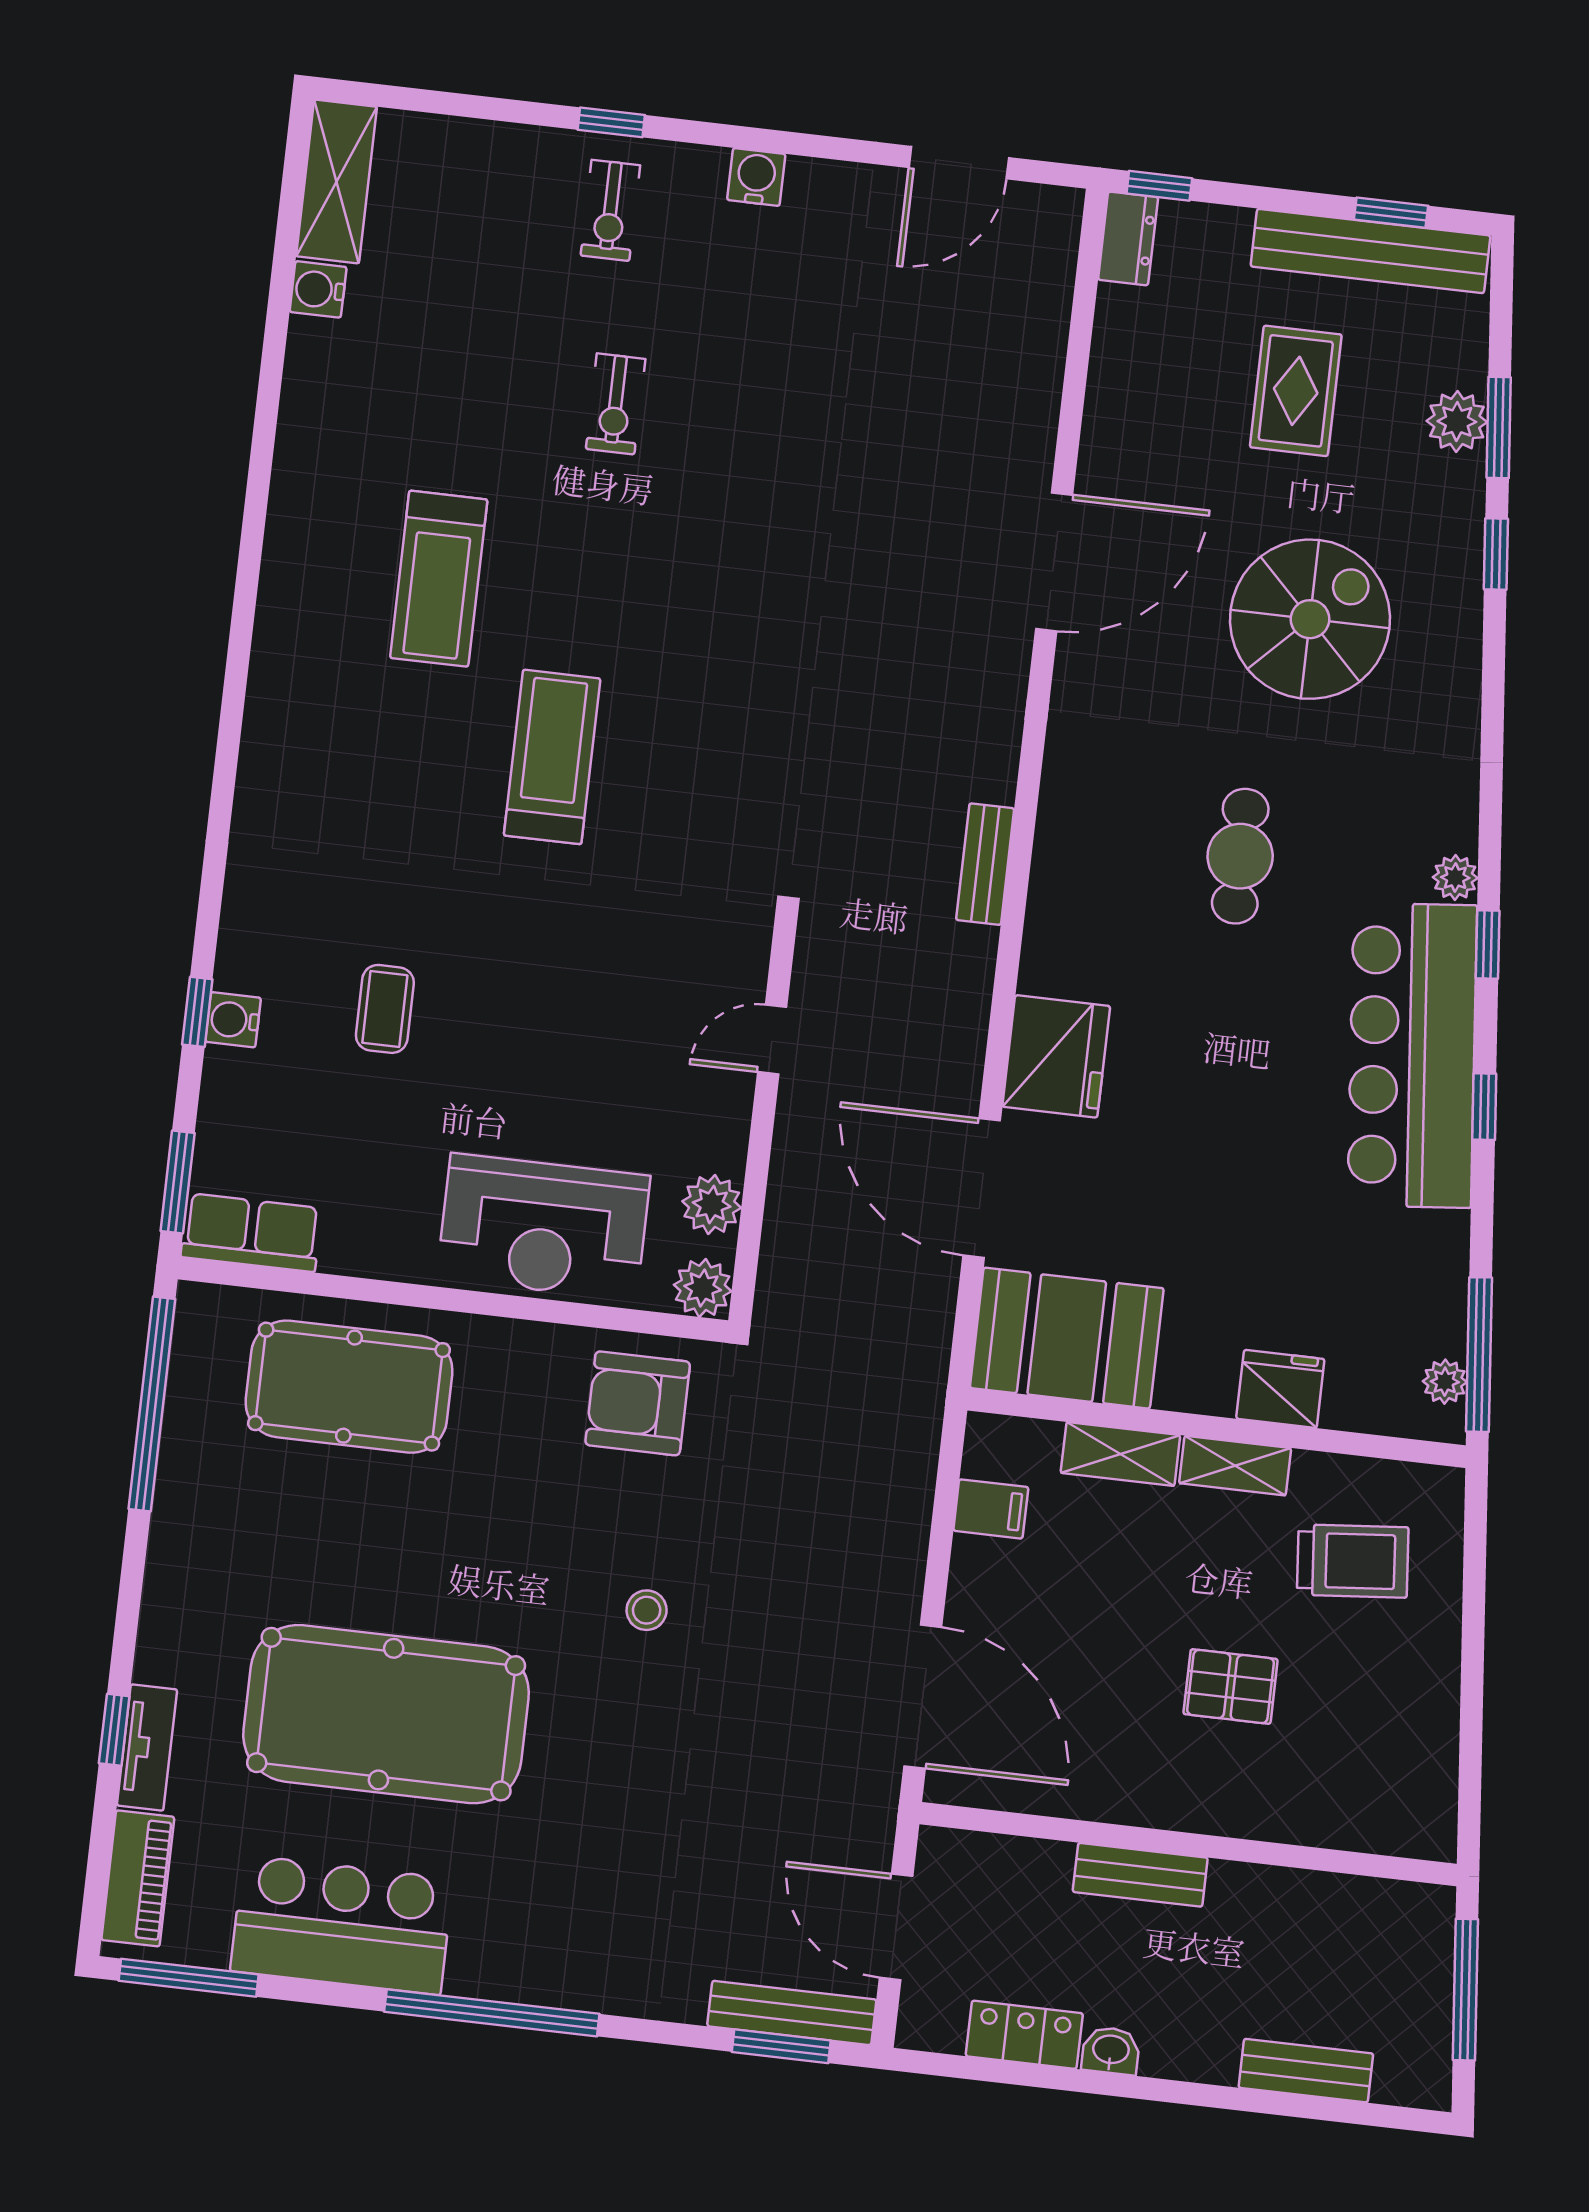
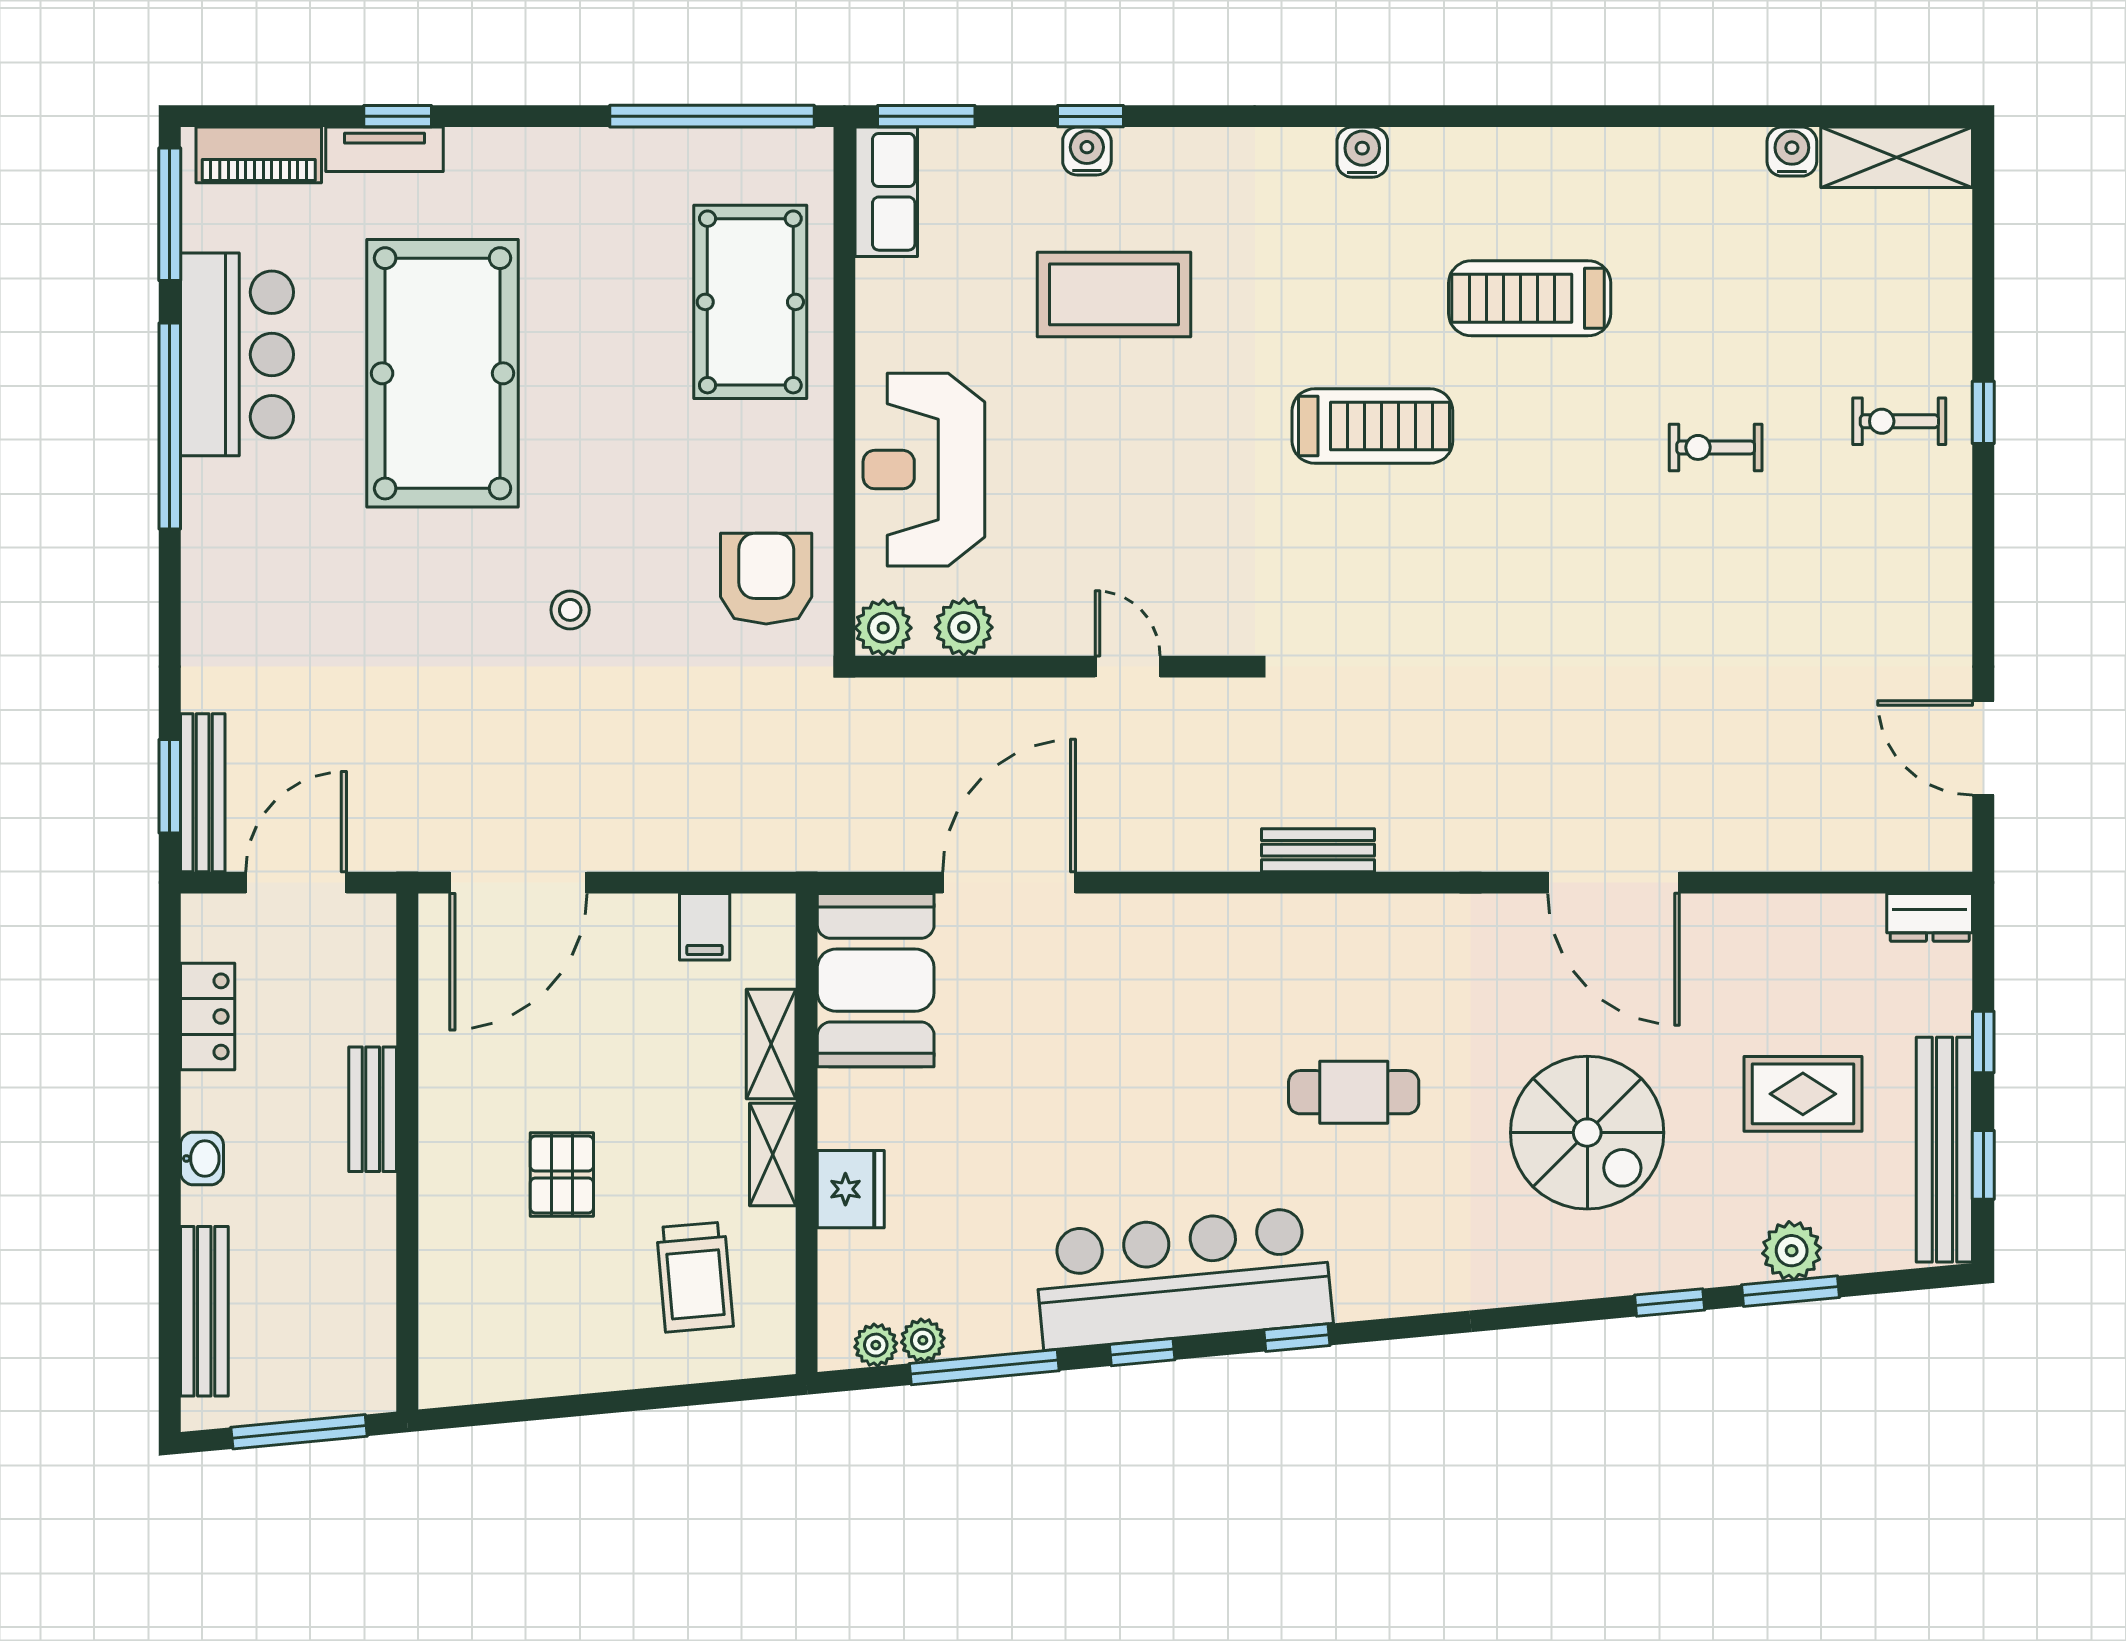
water cooler: (756, 177) -> (1362, 152), moved, turned -90
window: (1159, 186) -> (1983, 1042), moved
plant: (1455, 878) -> (923, 1340), moved
coffee table: (385, 1009) -> (1114, 294), width x1.86, depth x1.72
fridge: (1056, 1056) -> (1143, 939), removed
window: (1479, 1355) -> (984, 1367), moved
window: (492, 2013) -> (170, 426), moved
washbasin: (1111, 2051) -> (202, 1159), moved
bench: (1306, 2071) -> (204, 1311), width x1.36

